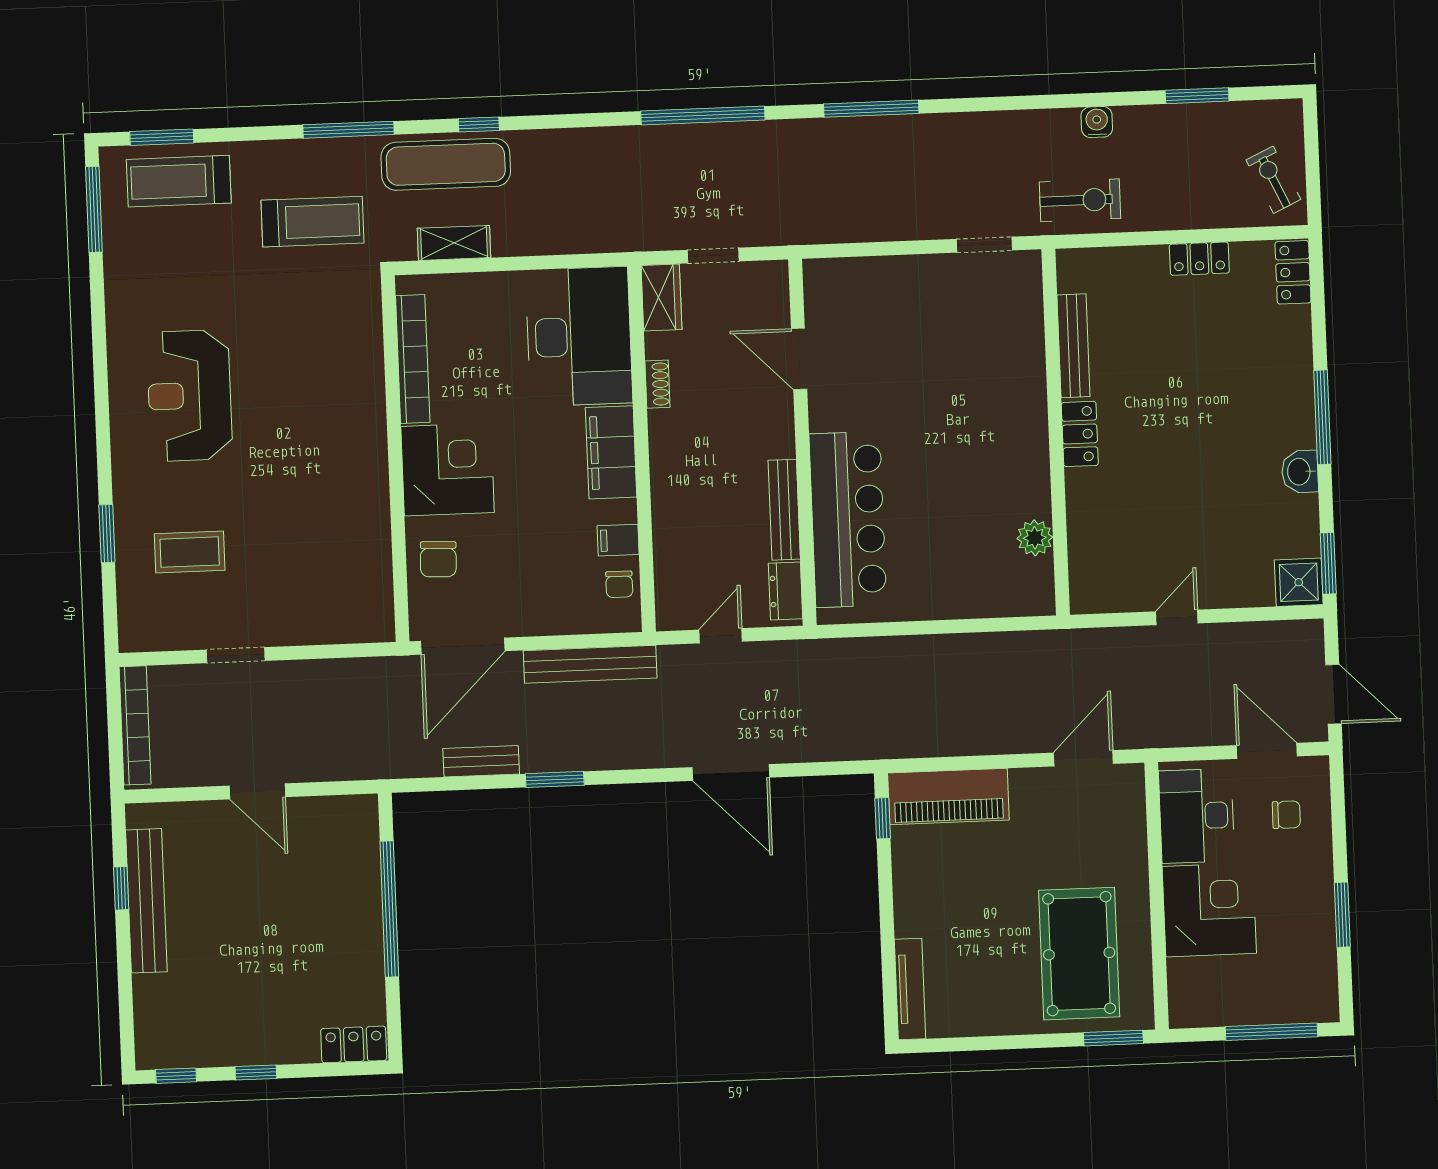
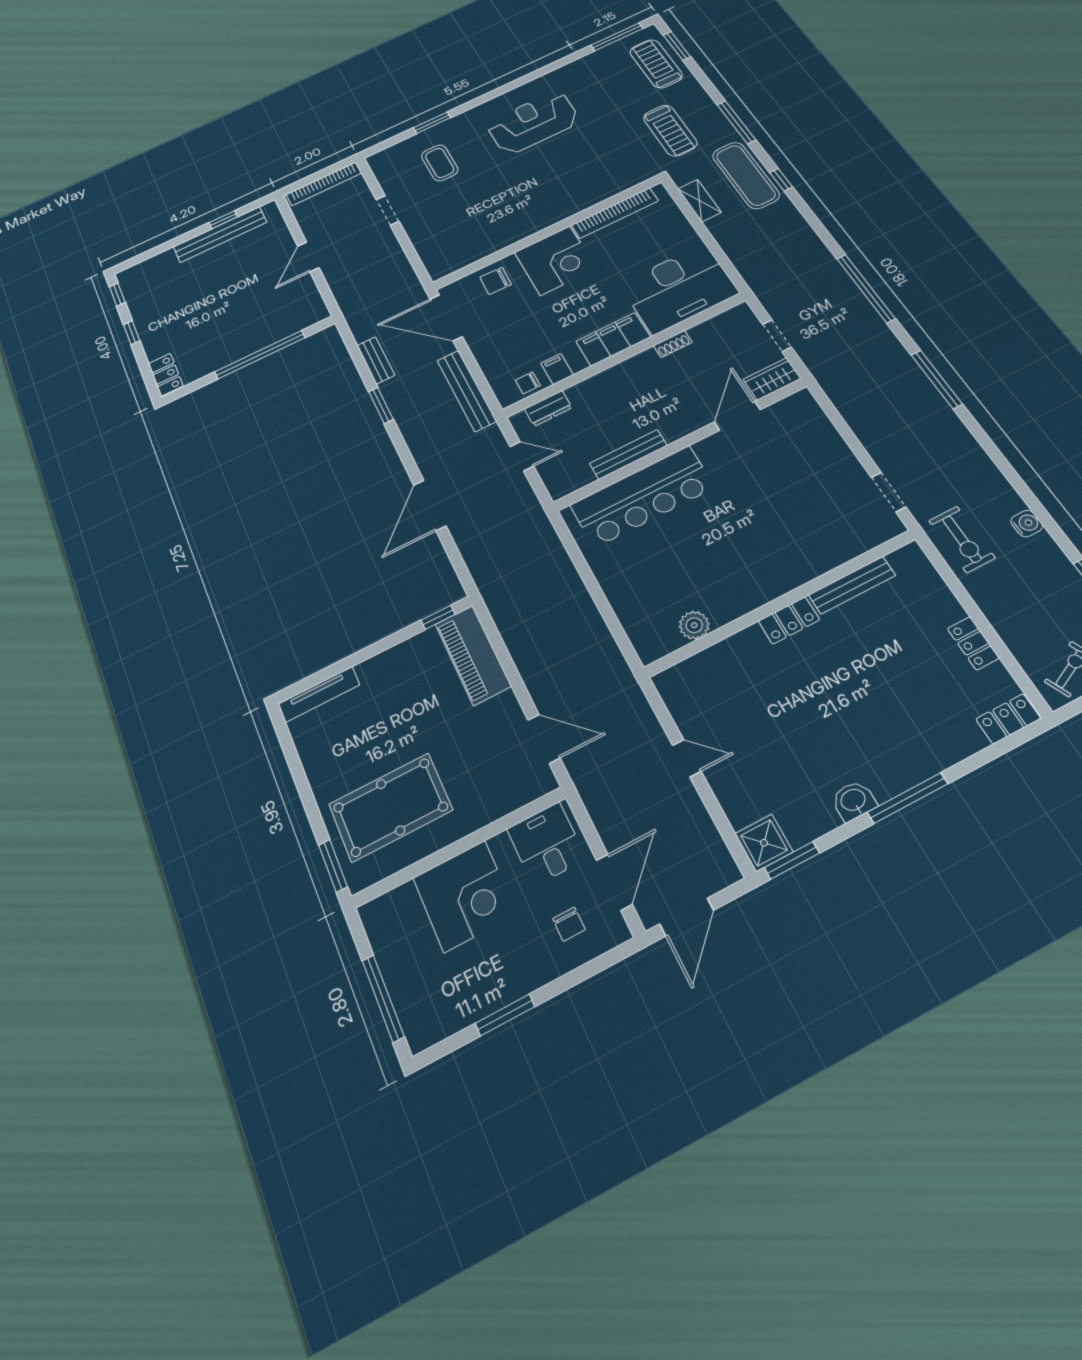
wardrobe: (661, 297) -> (772, 379), moved, turned 180
dresser: (786, 591) -> (548, 408), moved, turned 180
desk: (1197, 816) -> (546, 844), width x0.73

